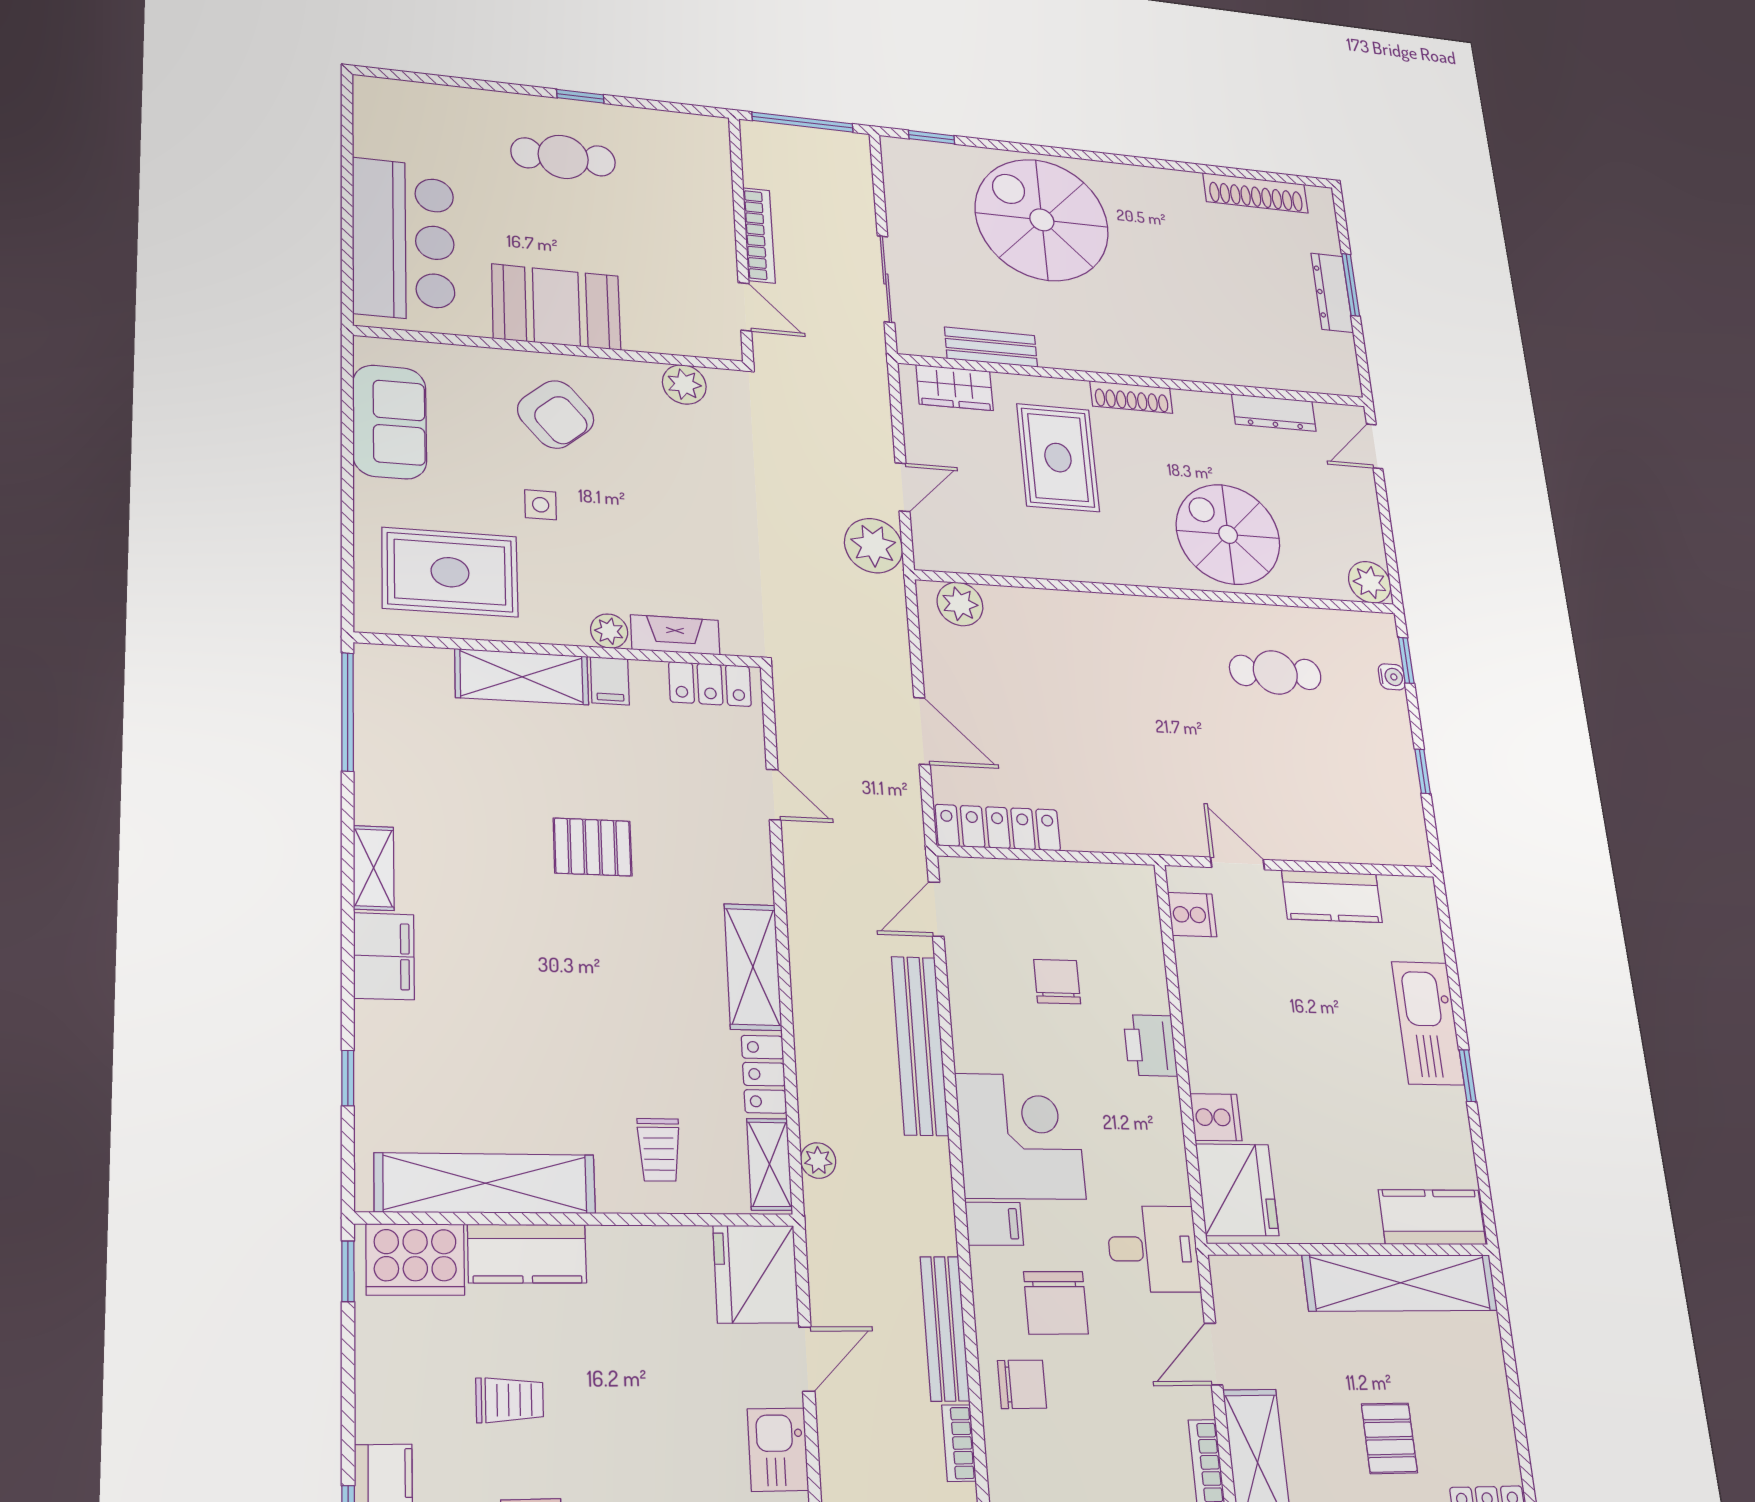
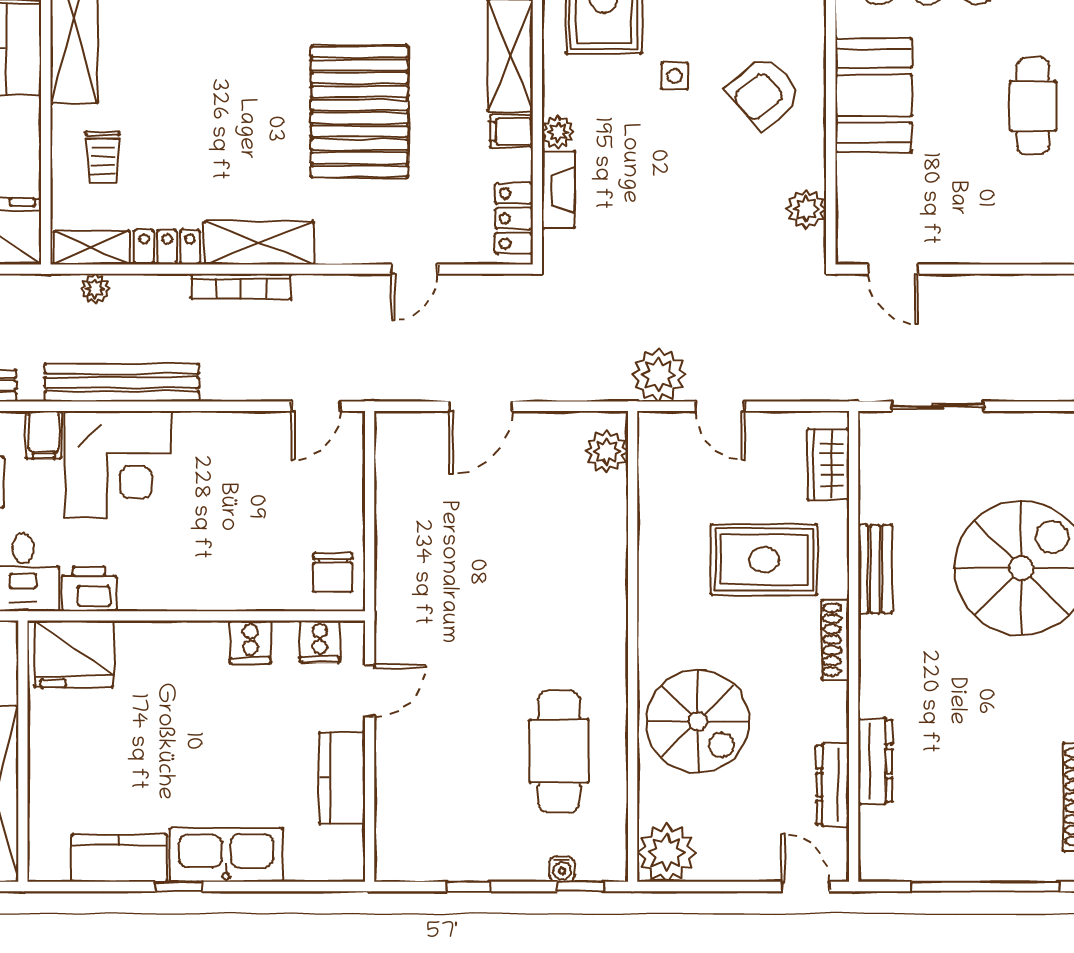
bookcase: (759, 235) -> (241, 286), moved
window: (1351, 285) -> (985, 886), width x2.11
dresser: (1332, 293) -> (875, 761), moved, turned 90
door: (745, 307) -> (893, 269), hinge flipped
bench: (991, 347) -> (875, 569), moved
spiral stairs: (1228, 534) -> (698, 721), turned 90
plant: (1370, 582) -> (667, 852), width x1.36, depth x1.36
cafe table: (1275, 672) -> (559, 751), width x1.37, depth x1.35
locker: (998, 828) -> (393, 469), removed
pallet: (593, 847) -> (360, 111), width x2.05, depth x2.00
door: (936, 909) -> (316, 406), swing flipped
chair: (1057, 982) -> (333, 572), moved, turned 90
bench: (920, 1045) -> (122, 383), moved
printer: (1150, 1045) -> (89, 589), moved
cooker: (1216, 1117) -> (250, 642), moved
trolley: (659, 1150) -> (103, 157), turned -90
kitchen counter: (1432, 1217) -> (119, 858), moved, turned -90

